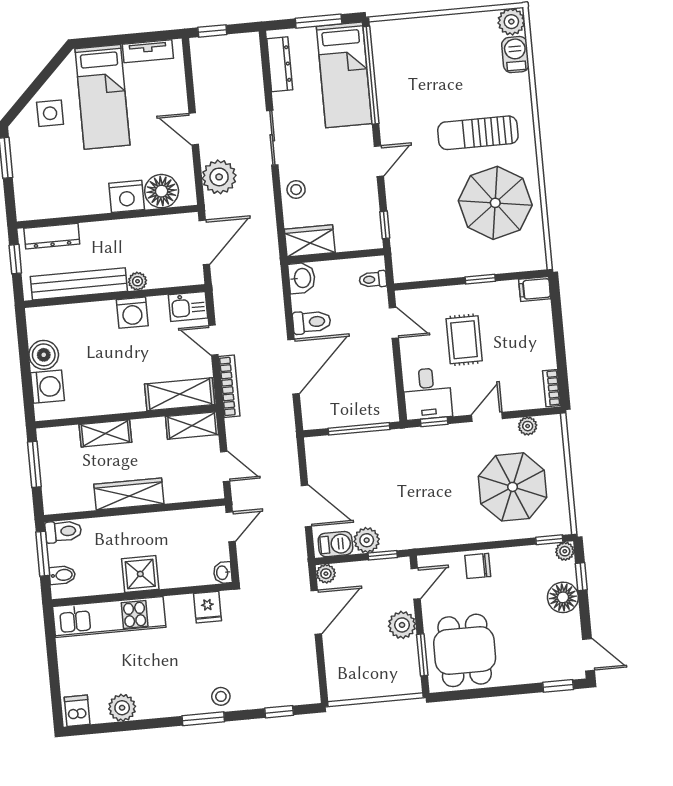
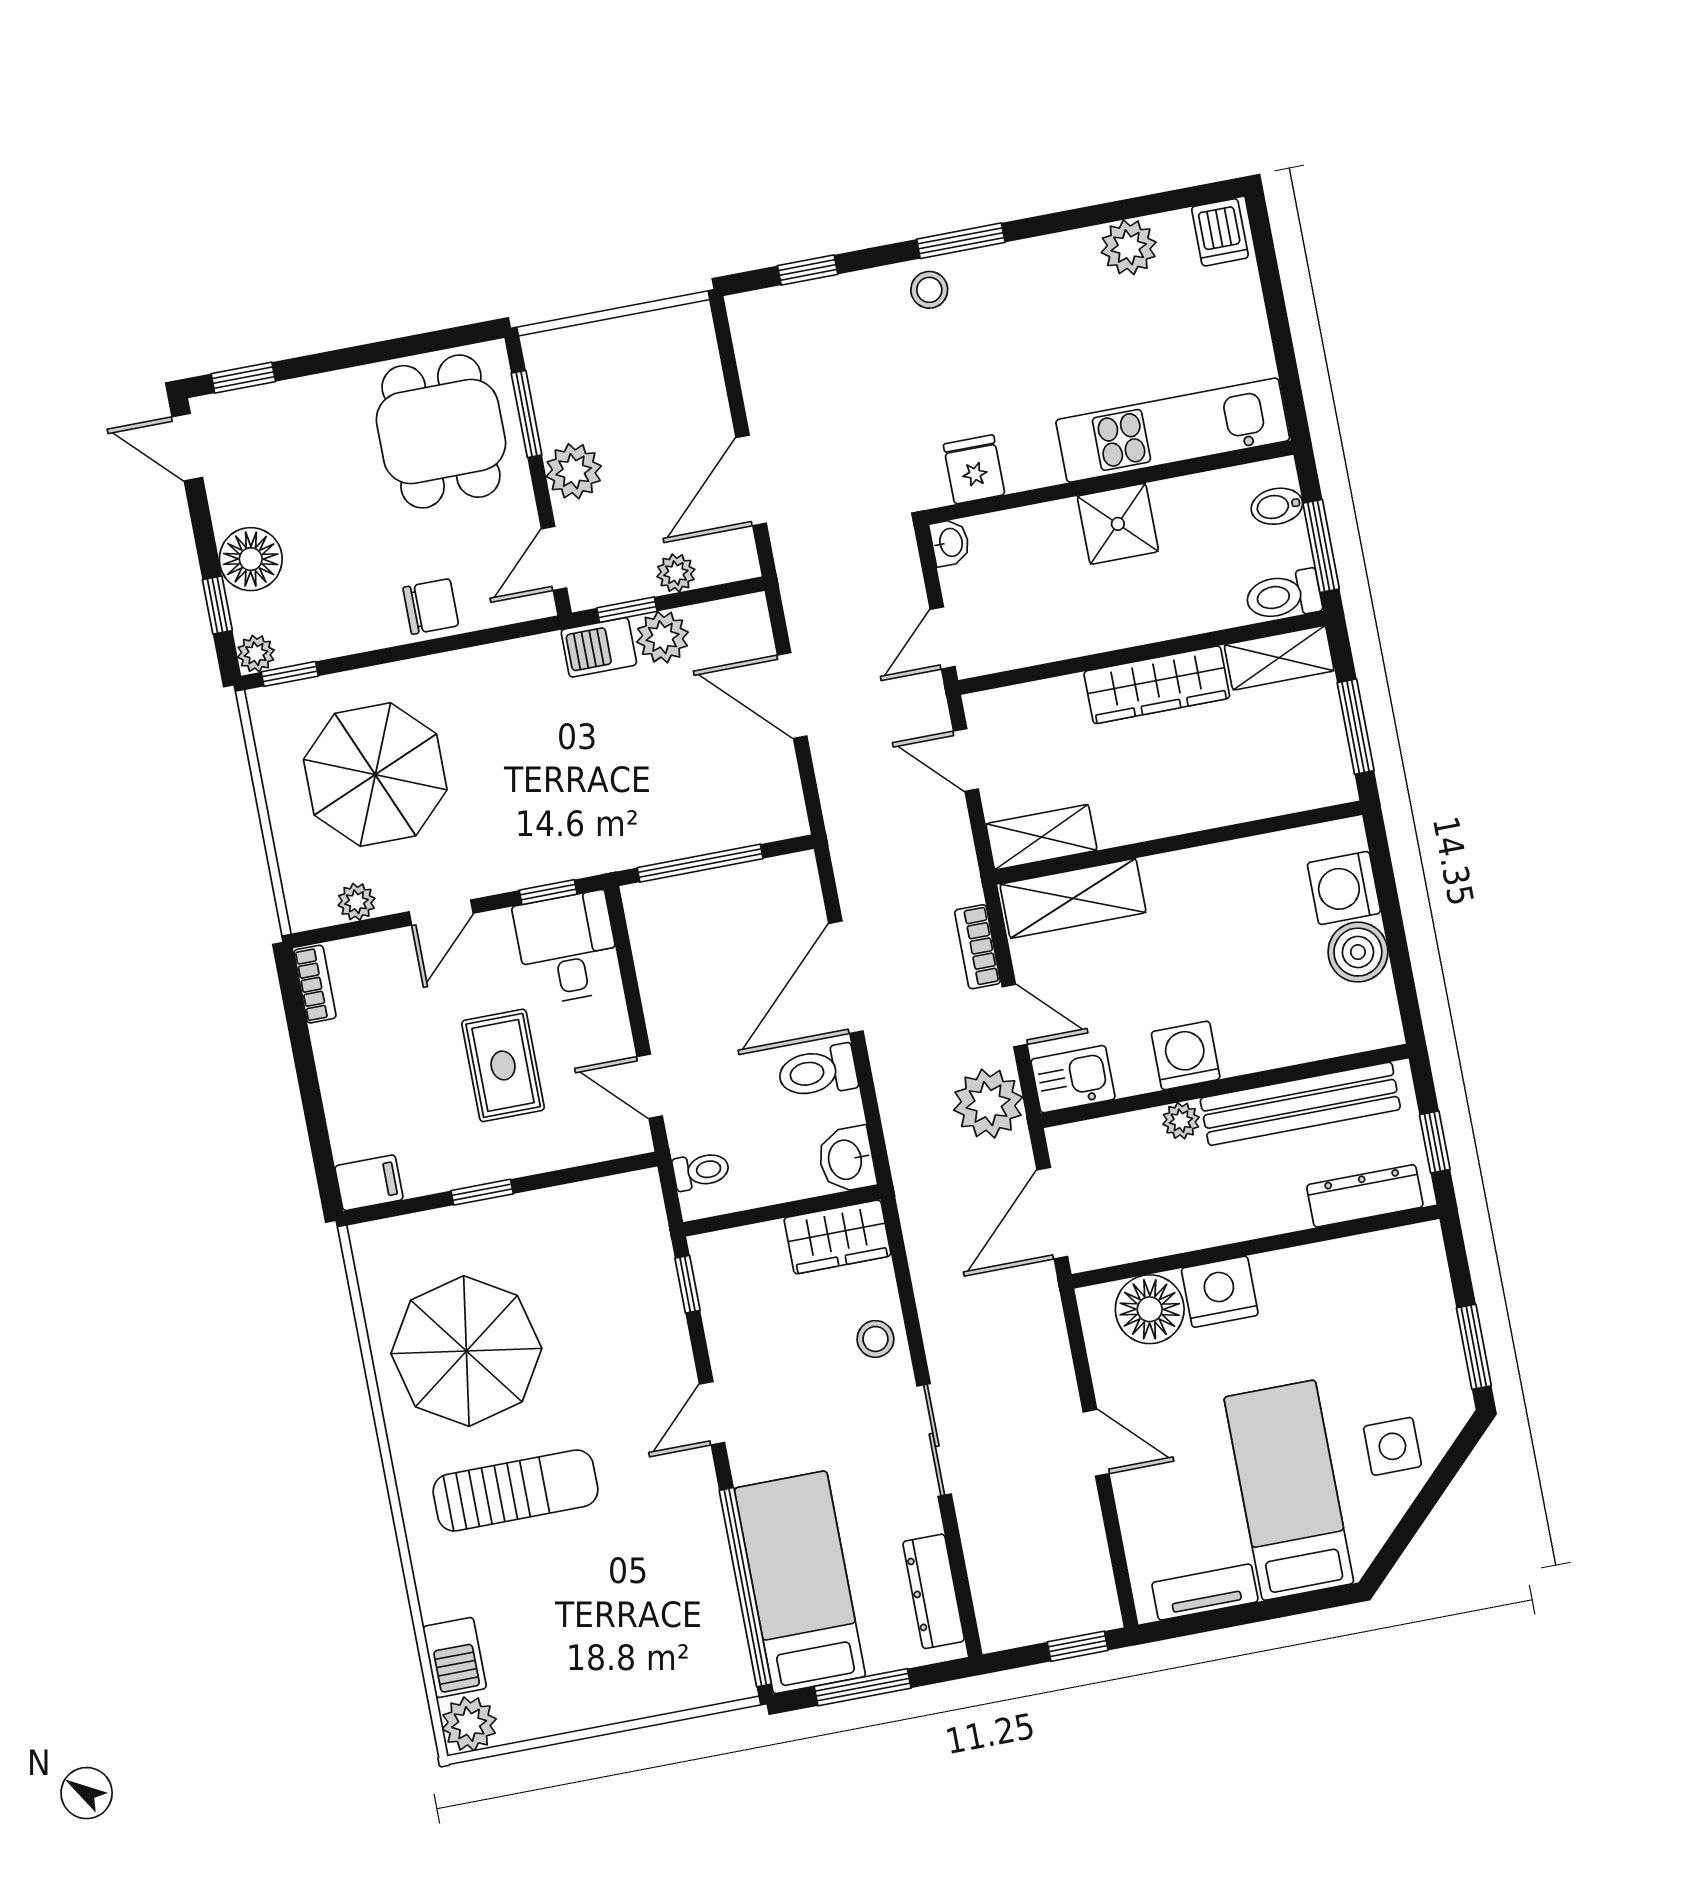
plant: (219, 177) -> (988, 1104), moved
bookcase: (229, 386) -> (977, 947), width x0.64
shelving: (105, 433) -> (1279, 658), moved
barbecue: (335, 544) -> (599, 647), moved
plant: (326, 574) -> (676, 573), moved

